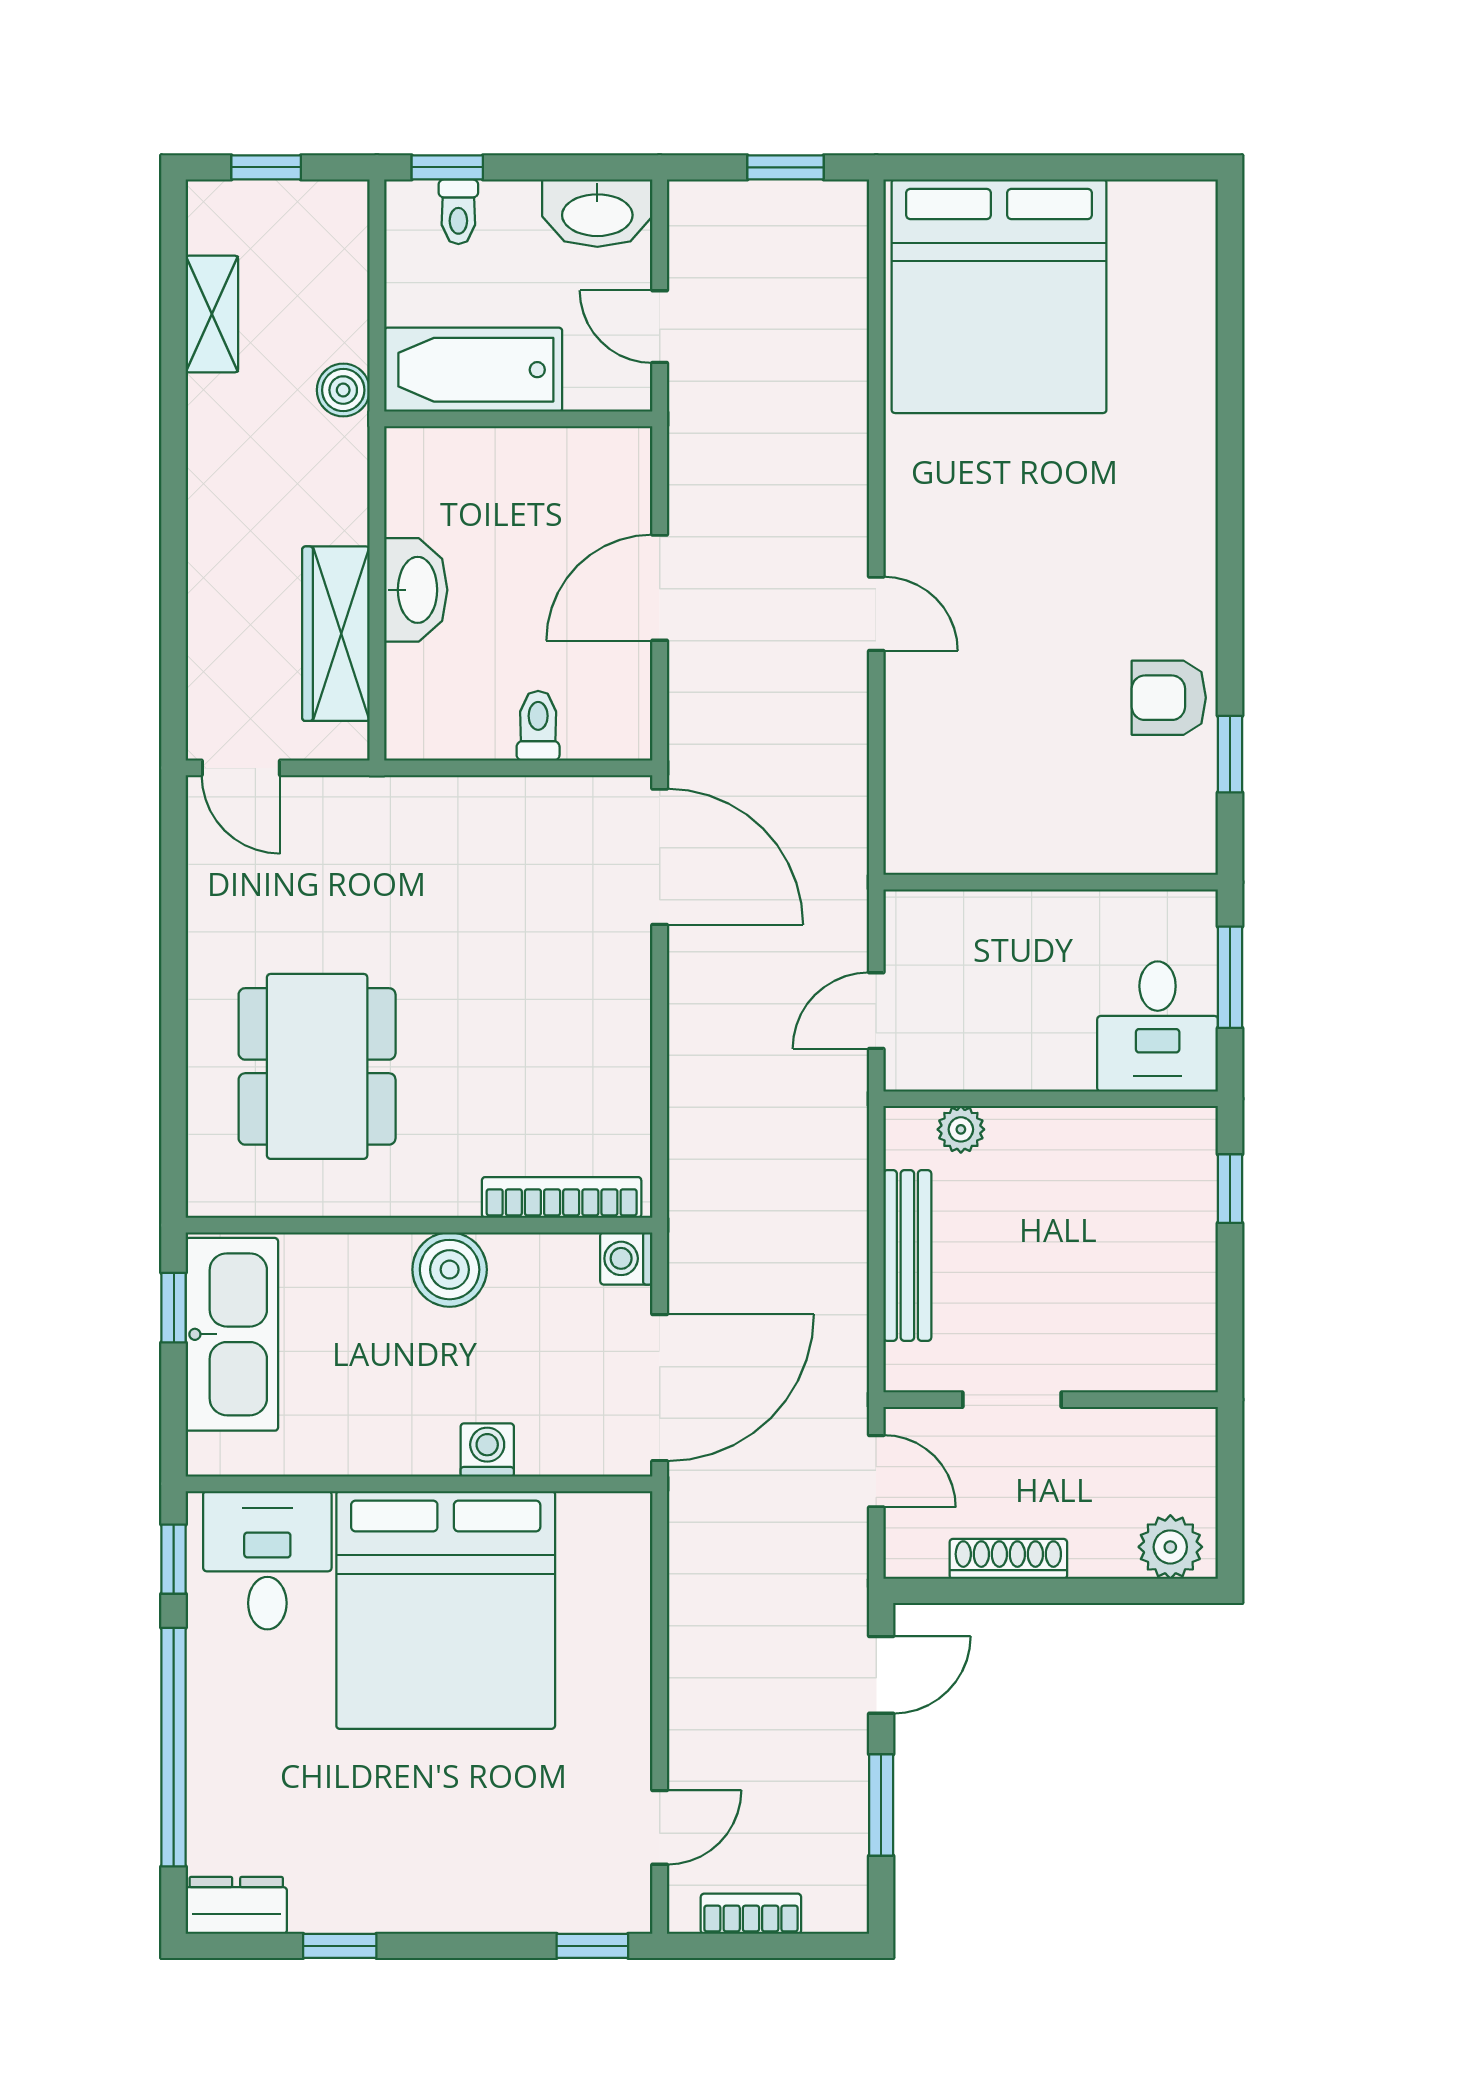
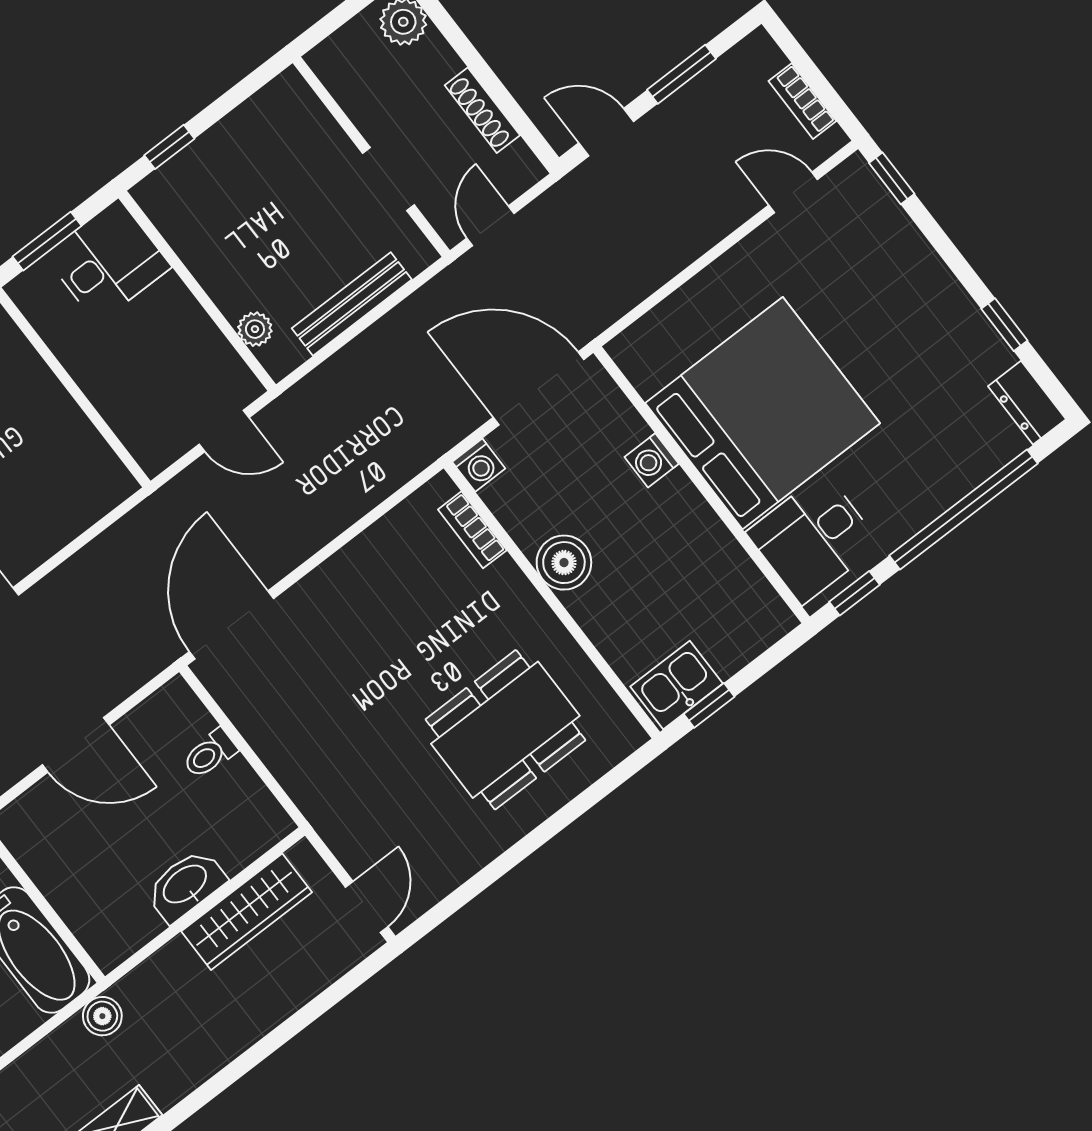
bookcase: (562, 1197) -> (472, 530), width x0.64
kitchen sink: (232, 1334) -> (676, 685), width x0.53, depth x0.81

